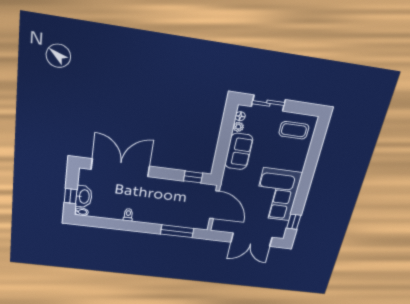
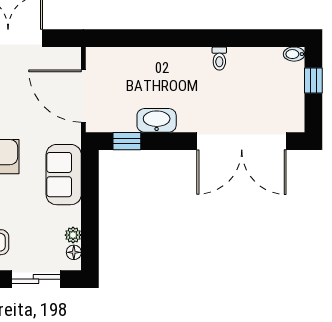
sofa: (239, 151) -> (64, 175), moved
washbasin: (84, 197) -> (157, 120), moved, turned 90
window: (177, 231) -> (136, 38), removed

